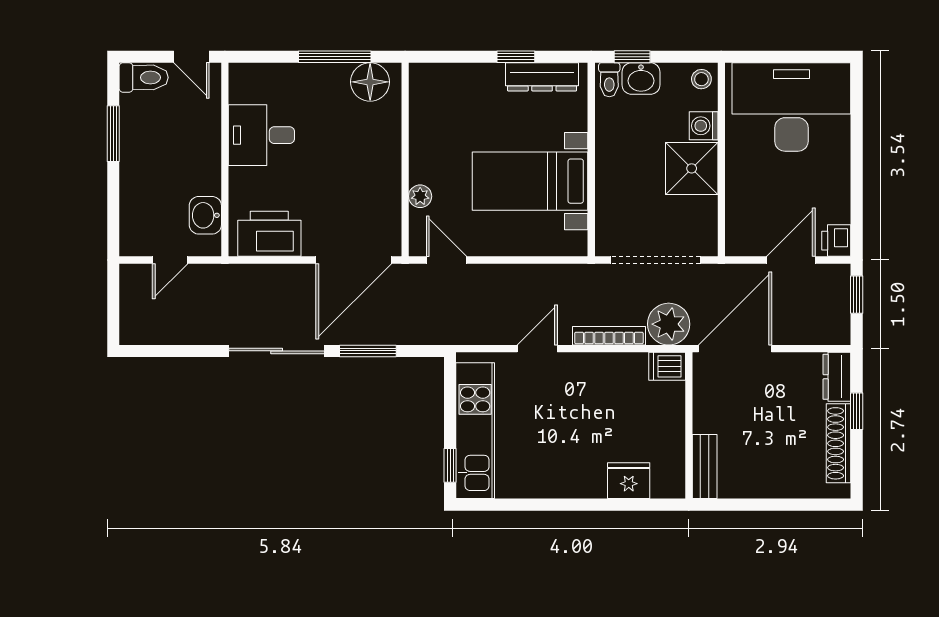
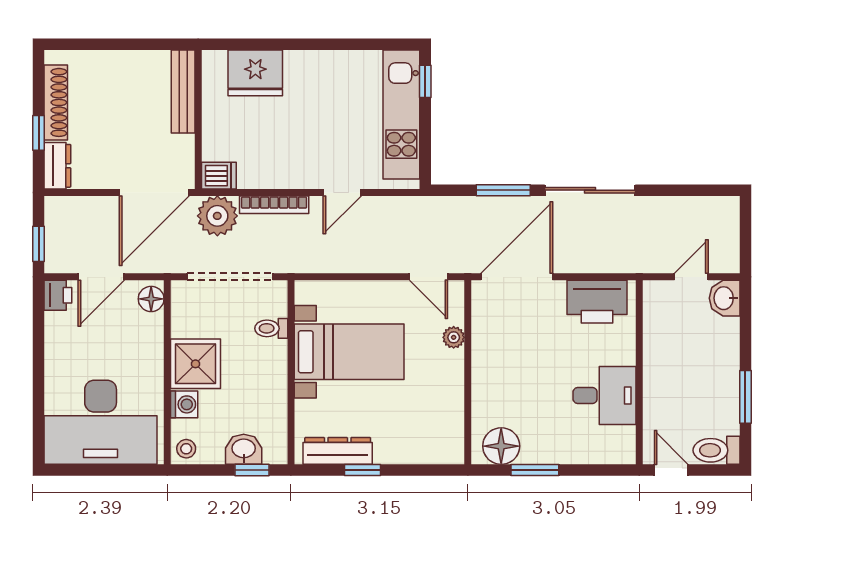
window: (335, 57) -> (535, 470), width x0.69
toilet: (609, 80) -> (271, 328), moved, turned -90
washbasin: (205, 215) -> (725, 298), moved, turned 180
floor lamp: (738, 237) -> (151, 299), added
bench: (705, 467) -> (183, 91), width x1.36
fridge: (629, 481) -> (255, 73), width x1.36, depth x1.34

